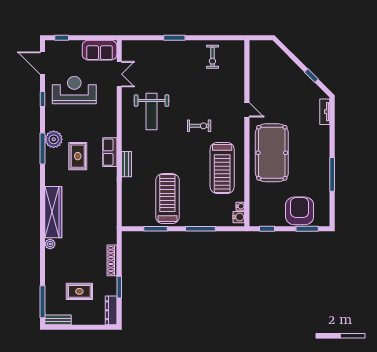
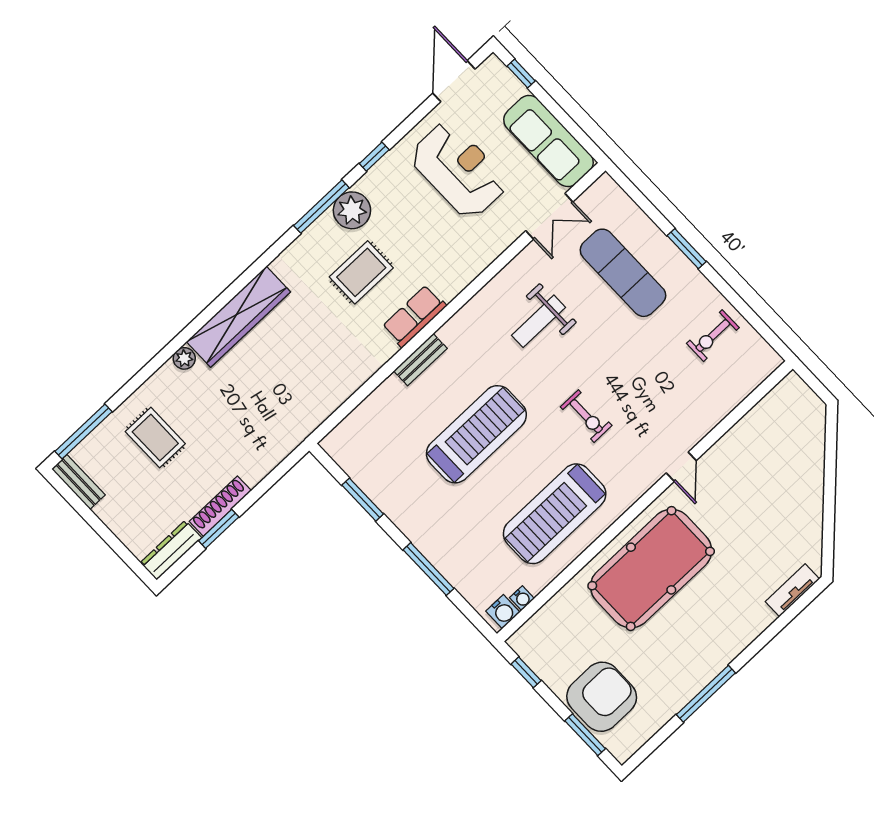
sofa: (100, 50) -> (548, 141), width x1.36
exercise mat: (162, 67) -> (623, 273), added
window: (311, 76) -> (829, 517), removed
window: (43, 99) -> (374, 157), moved
weight bench: (151, 112) -> (539, 321), width x0.73, depth x0.75
treadmill: (167, 199) -> (476, 434), moved
shoe rack: (112, 260) -> (220, 506), moved
rug: (79, 291) -> (155, 438), moved

